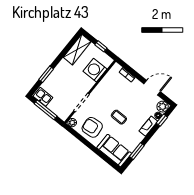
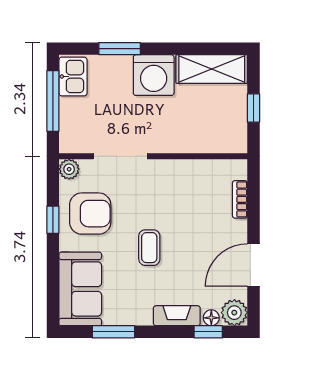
washing machine: (95, 70) -> (154, 75), moved, turned 180
door: (152, 88) -> (253, 265), swing flipped
armchair: (92, 127) -> (90, 214), turned 96
window: (84, 141) -> (53, 220), added

